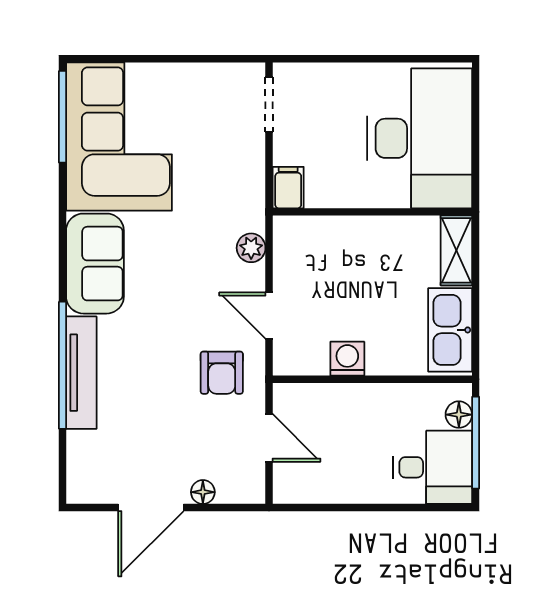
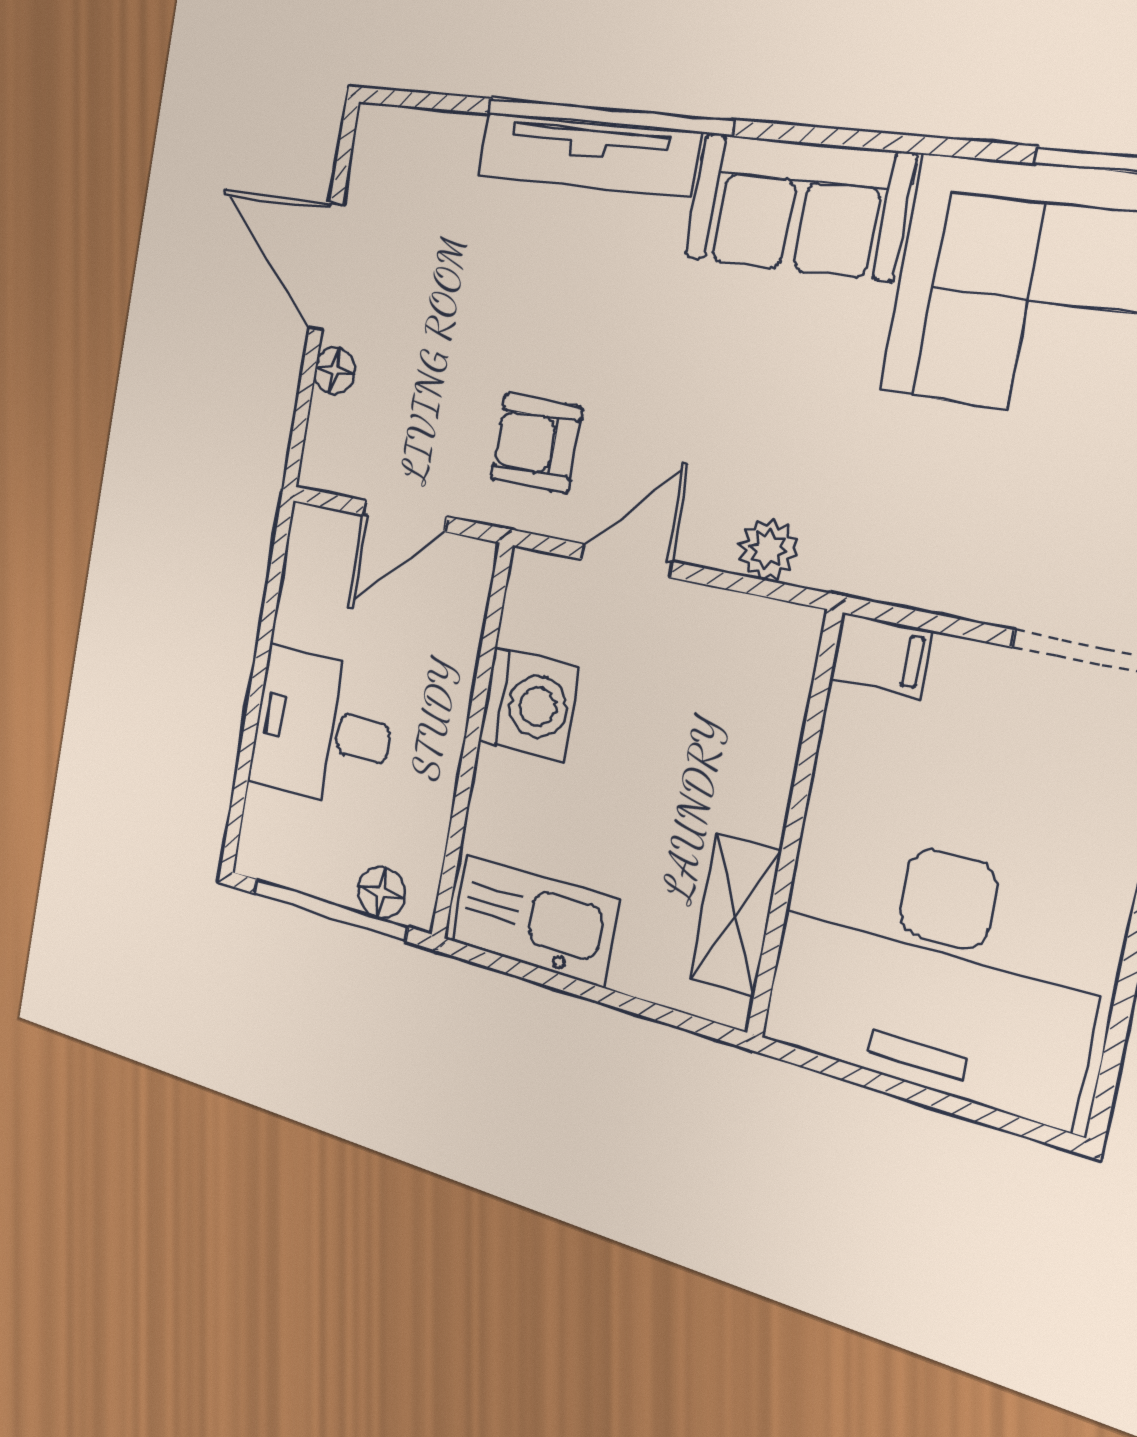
shelving: (456, 250) -> (736, 914), moved, turned 90
washing machine: (347, 359) -> (529, 704), width x1.38, depth x1.38
desk: (433, 467) -> (322, 728), moved, turned 90

